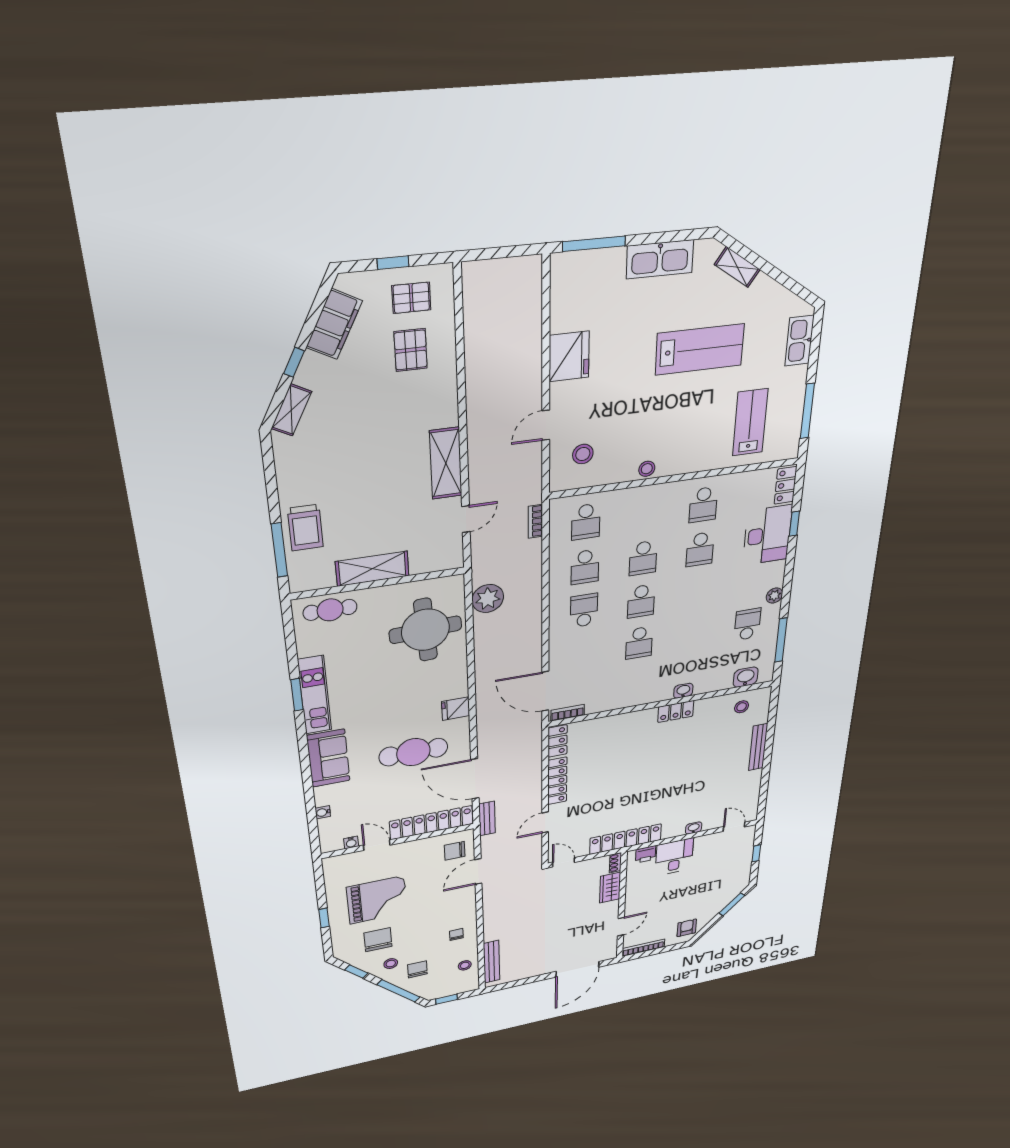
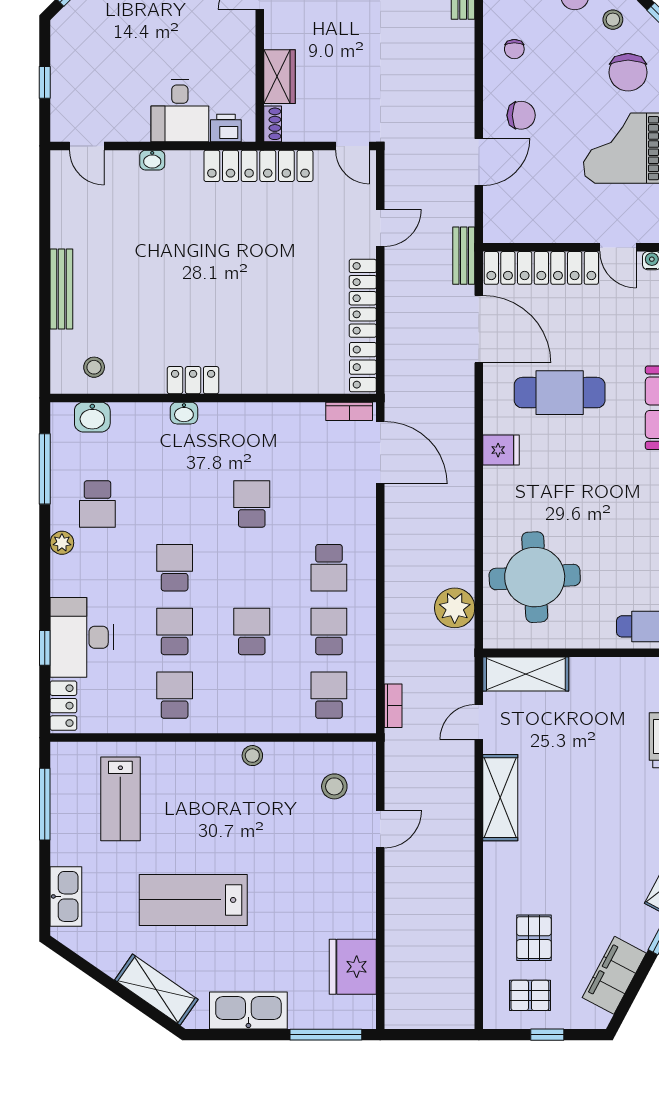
shelving: (737, 267) -> (156, 990), width x1.50, depth x1.33
fridge: (569, 356) -> (353, 967), moved
shelving: (372, 569) -> (526, 674), moved
school desk: (641, 601) -> (175, 568), moved
chair: (455, 851) -> (521, 115), moved

